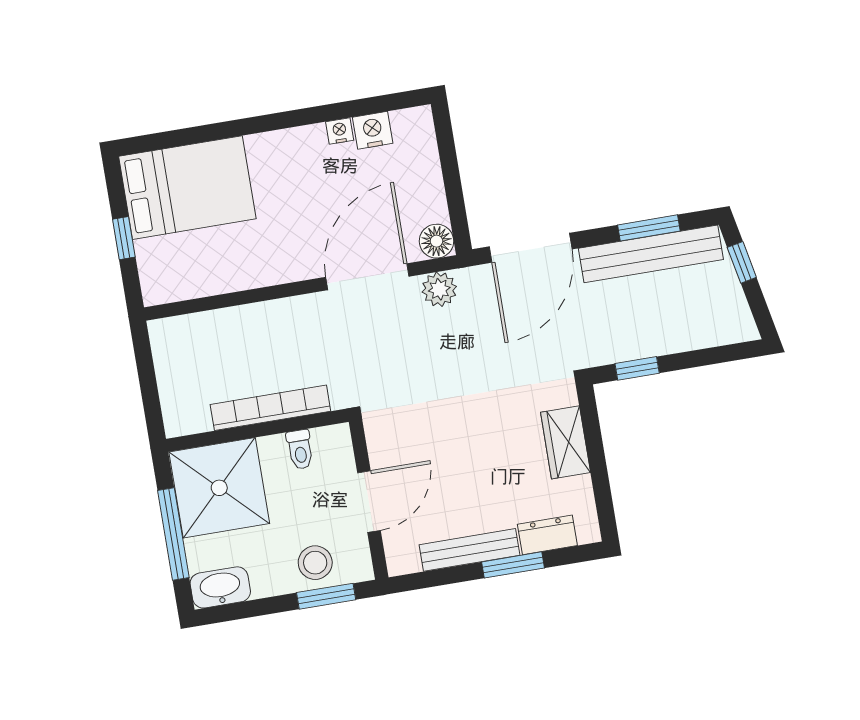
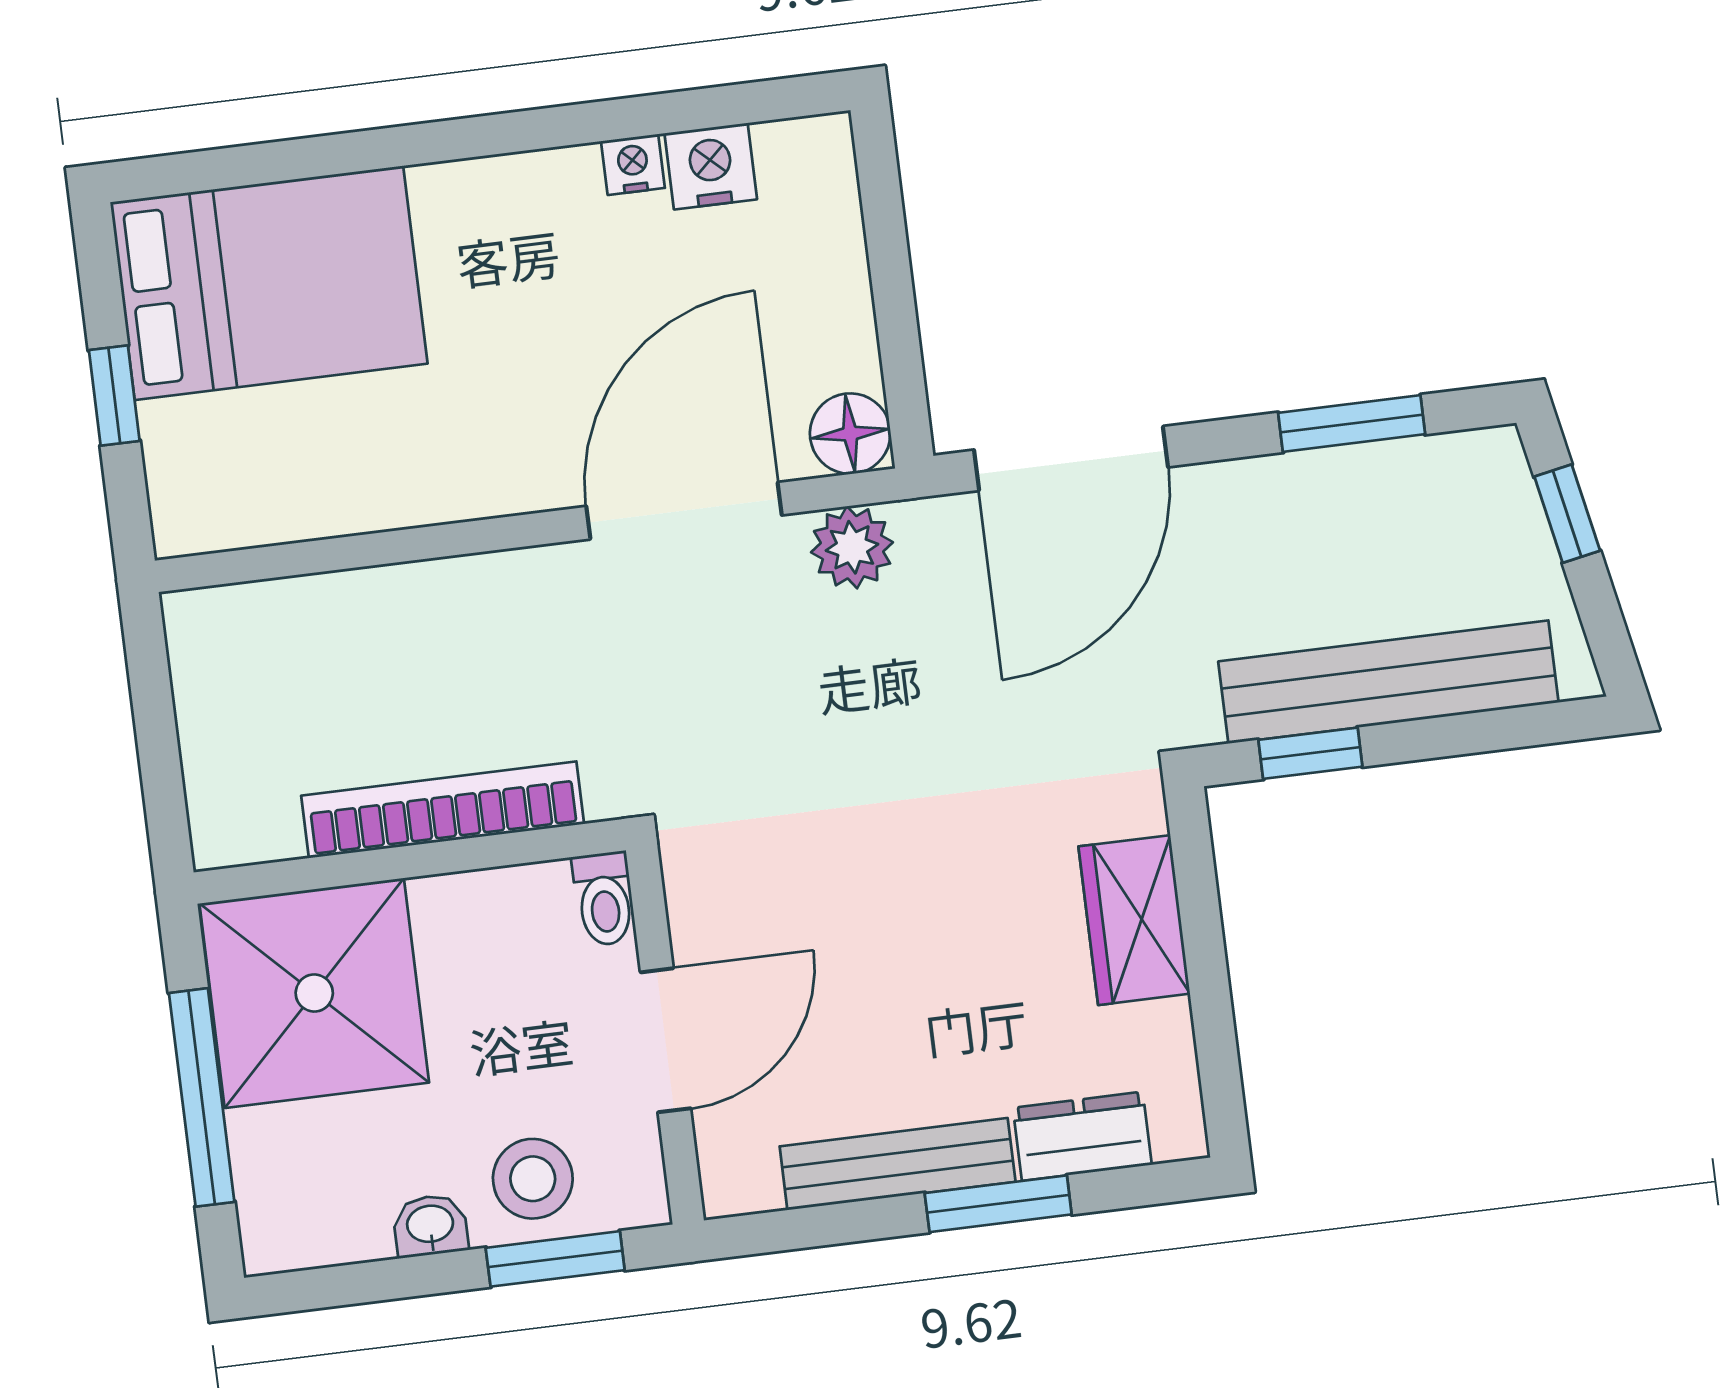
bench: (651, 254) -> (1388, 682), moved
toilet: (300, 449) -> (604, 899), moved
washbasin: (220, 587) -> (430, 1225), moved, width x0.52, depth x0.69

